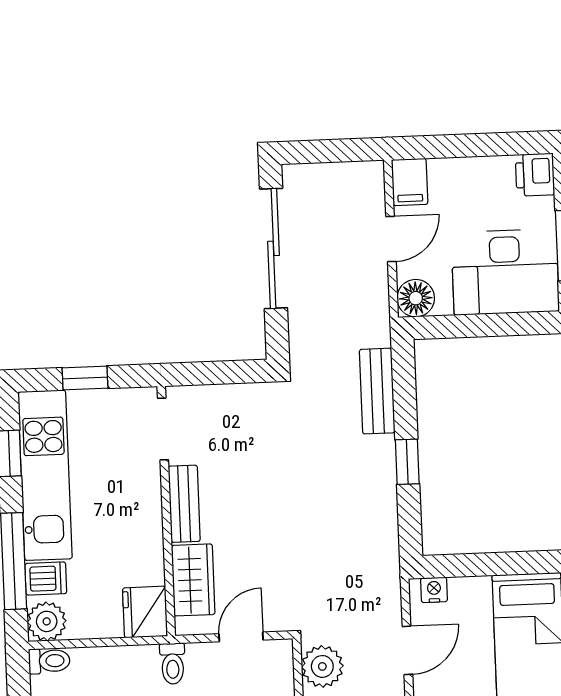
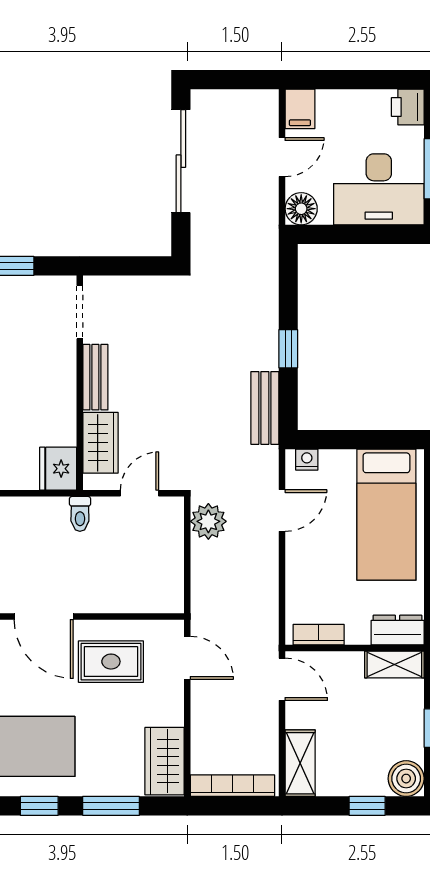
bench: (377, 391) -> (265, 408), moved

